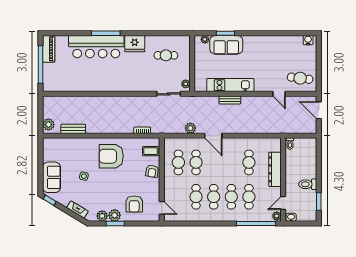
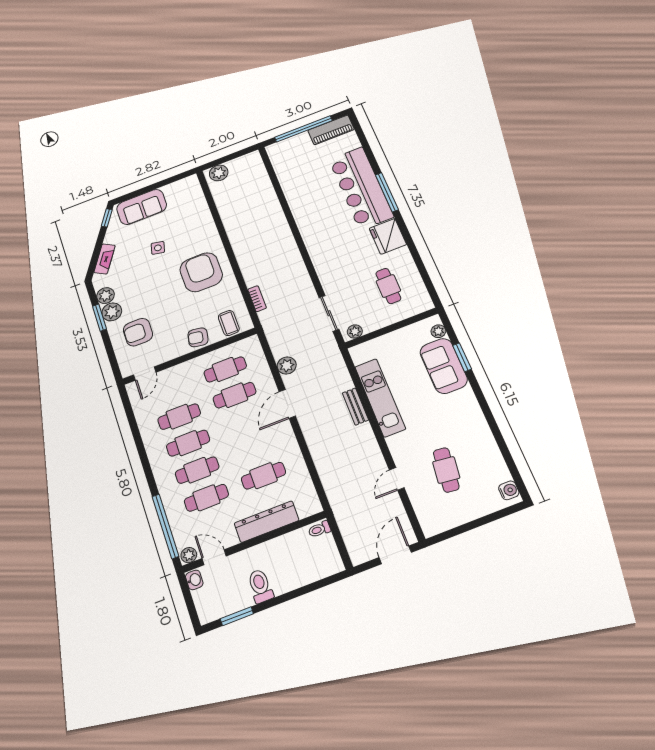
cafe table: (300, 78) -> (446, 470), moved
bench: (73, 129) -> (224, 207), removed

